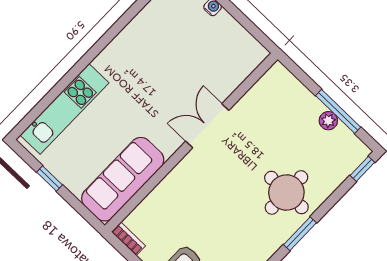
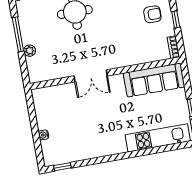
plant: (328, 121) -> (30, 51), moved

